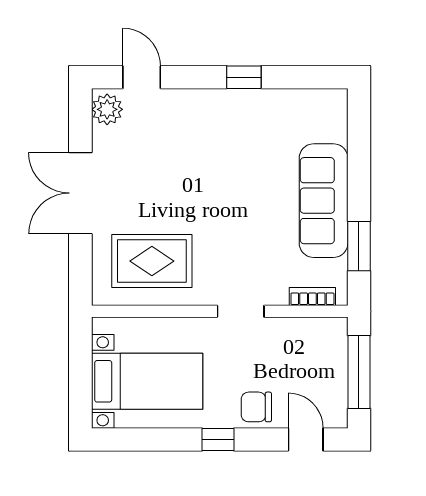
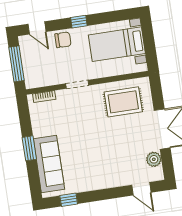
window: (244, 77) -> (69, 200), moved
plant: (107, 109) -> (154, 159), moved
sofa: (324, 201) -> (49, 164), moved
window: (359, 246) -> (29, 148), moved

